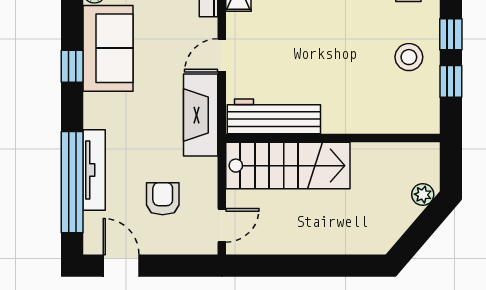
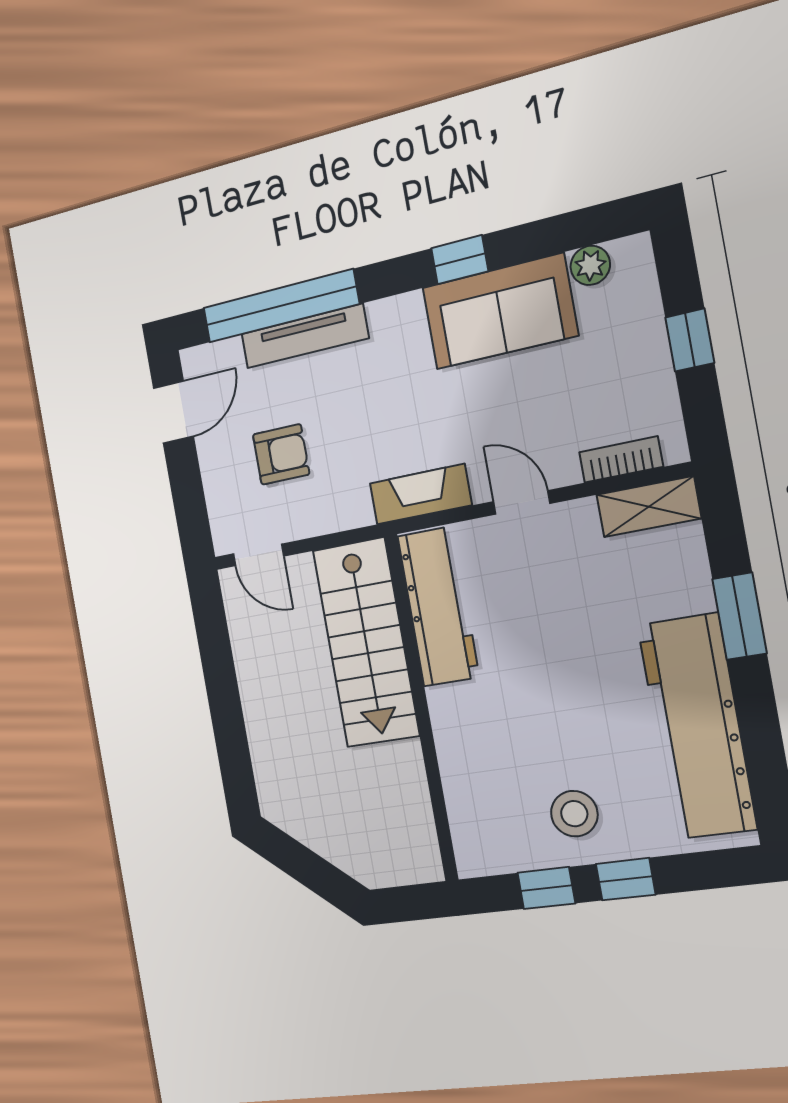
fireplace: (201, 115) -> (420, 494), width x0.73, depth x0.76
plant: (423, 195) -> (360, 863), removed

